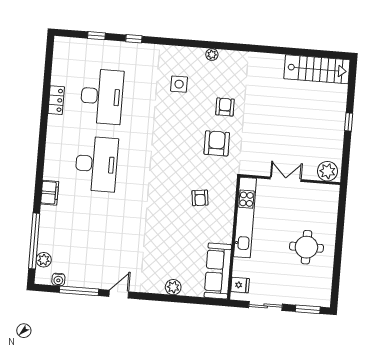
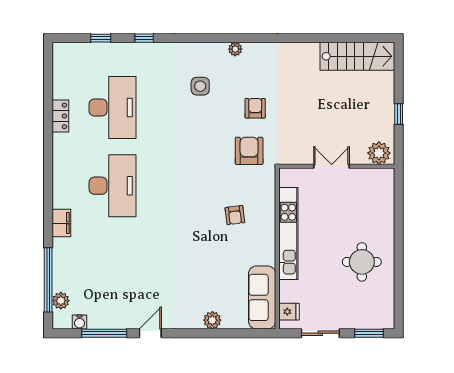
plant: (327, 171) -> (379, 153), moved
double door: (286, 179) -> (332, 166), moved
wall: (290, 180) -> (337, 166), moved

